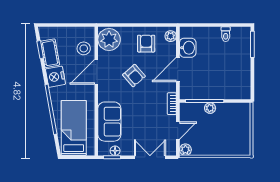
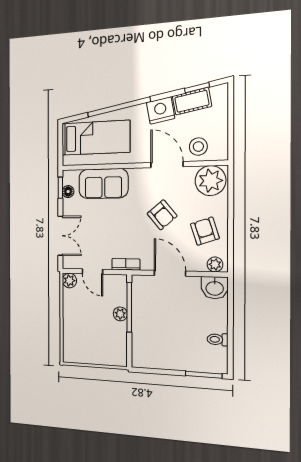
armchair: (146, 44) -> (205, 231), turned -108
washbasin: (188, 48) -> (215, 288), moved
armchair: (134, 76) -> (162, 215), turned -89

